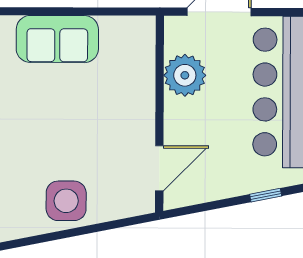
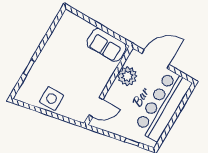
sofa: (57, 39) -> (106, 45), moved

